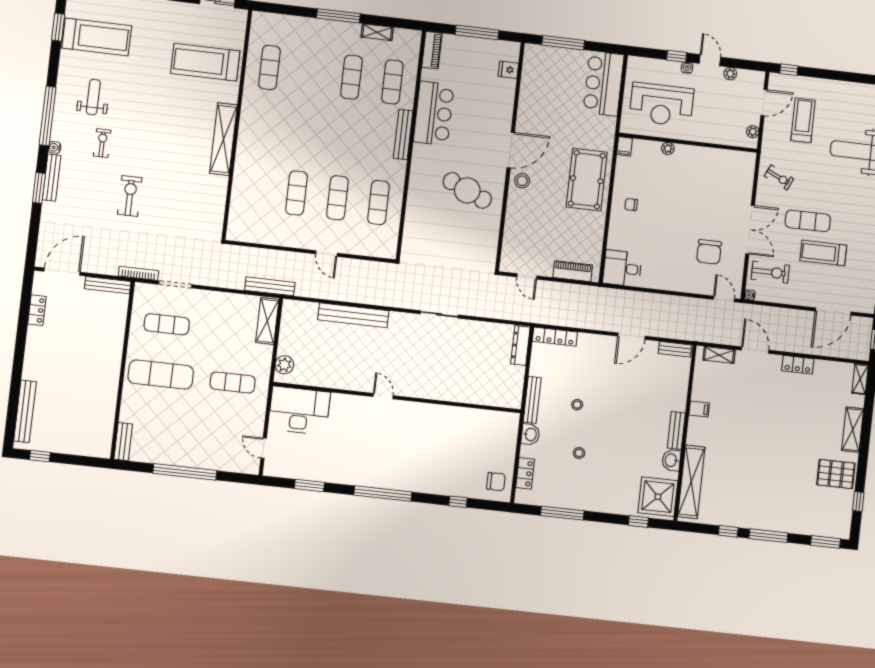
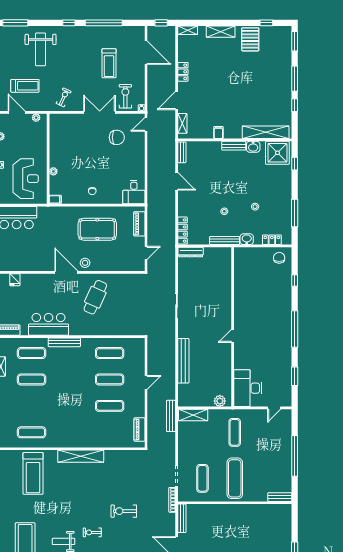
treadmill: (803, 120) -> (25, 86), turned 180
pool table: (587, 180) -> (97, 229), moved
exercise mat: (808, 221) -> (90, 76), removed
piano: (254, 235) -> (139, 430), added

